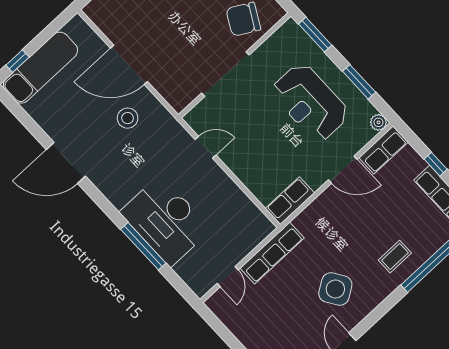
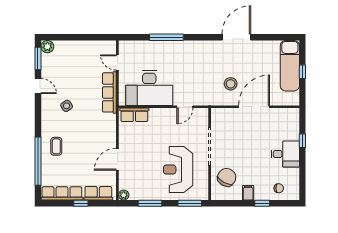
window: (17, 61) -> (302, 72), moved
reception desk: (310, 102) -> (178, 170), moved, turned -90
row of seats: (383, 150) -> (98, 193), moved, turned 90
row of seats: (290, 201) -> (134, 115), moved, turned 90
desk: (165, 221) -> (149, 88), moved, turned 180
side table: (335, 289) -> (67, 106), width x0.54, depth x0.54

